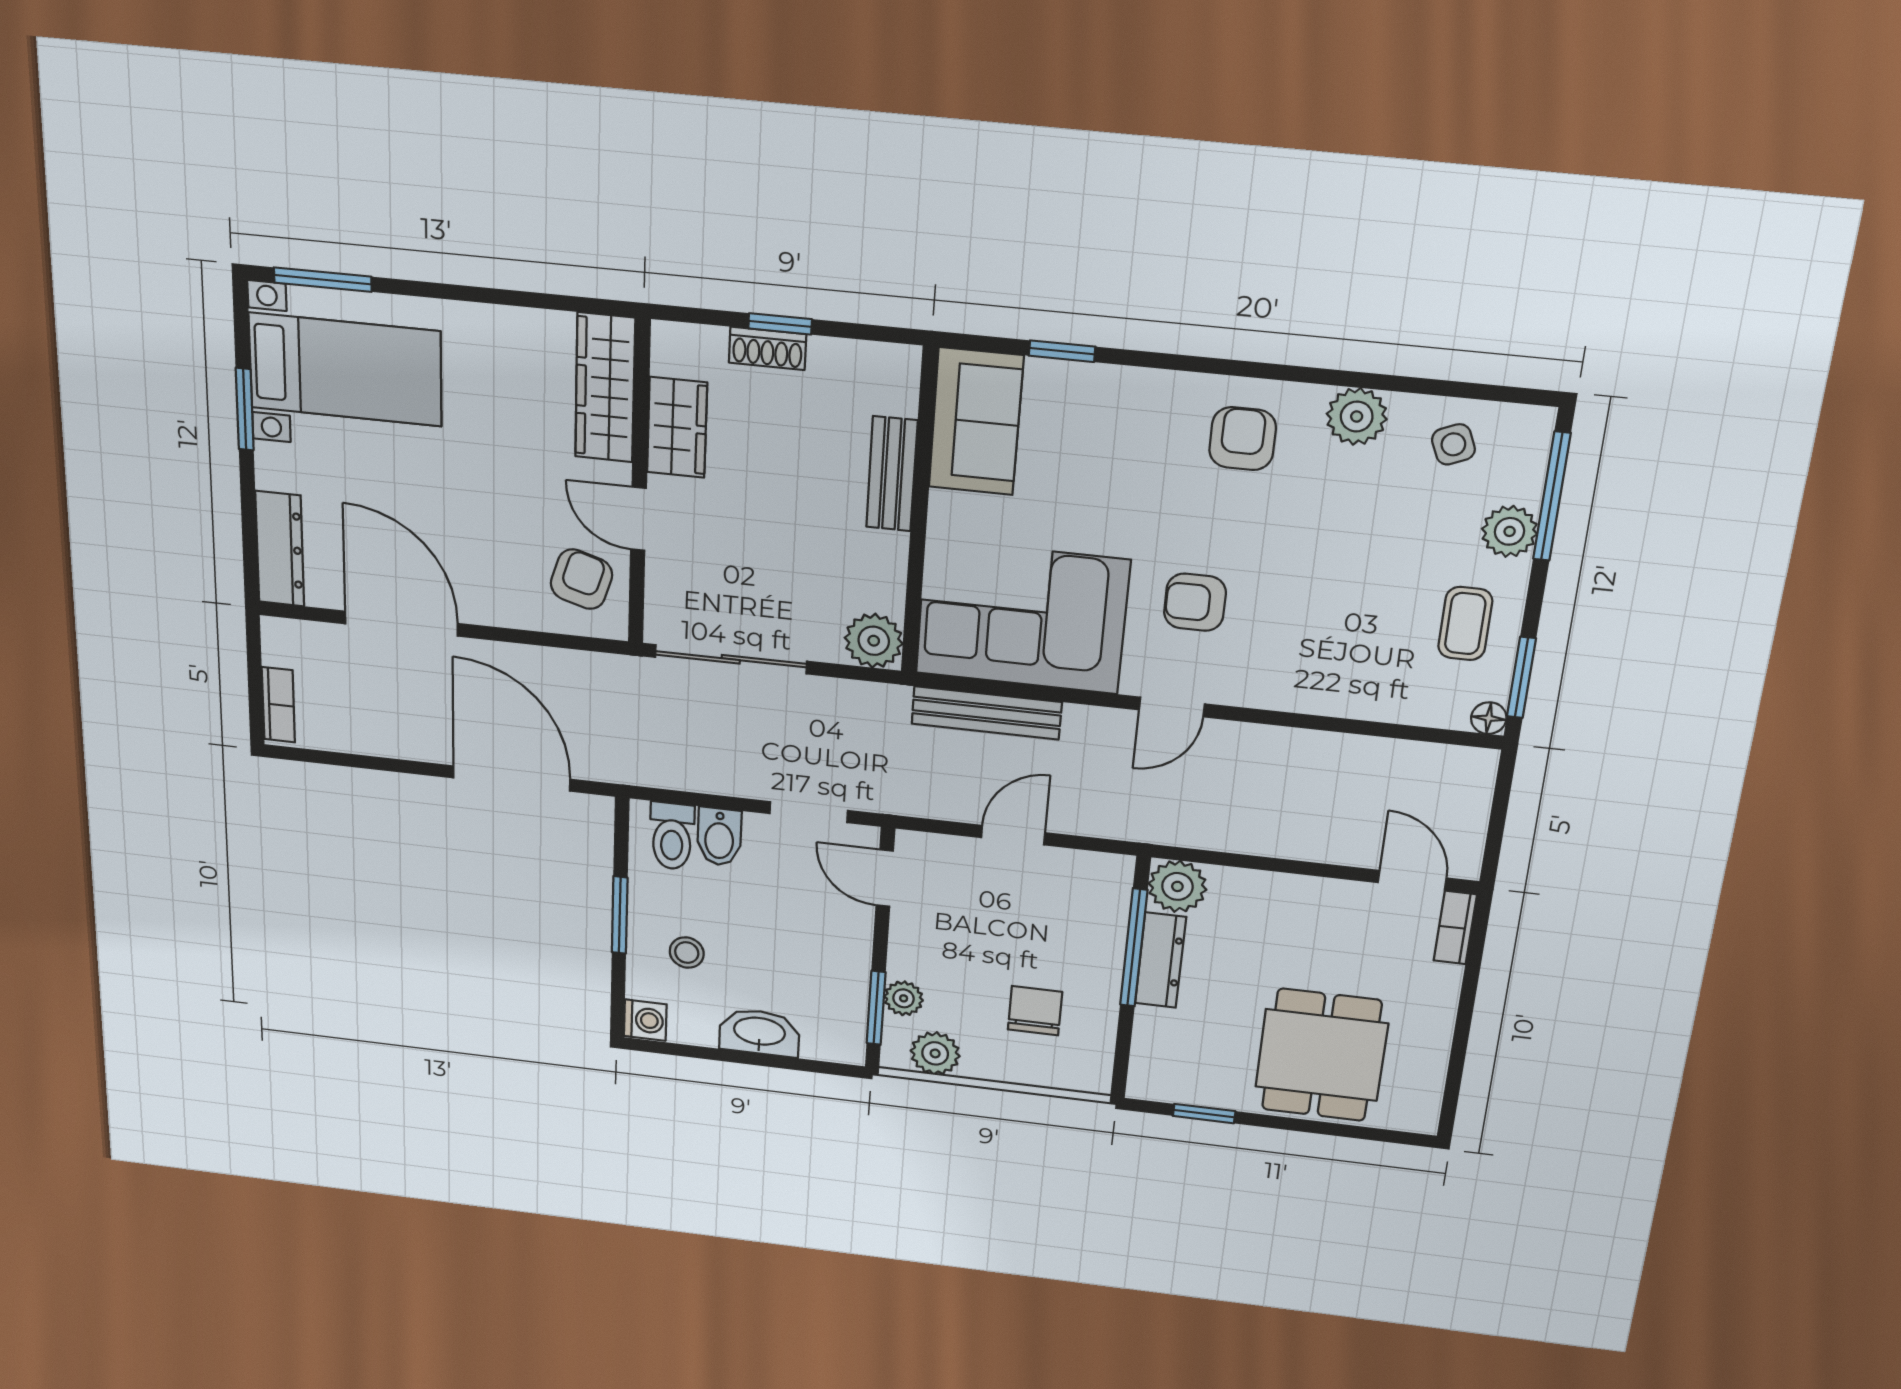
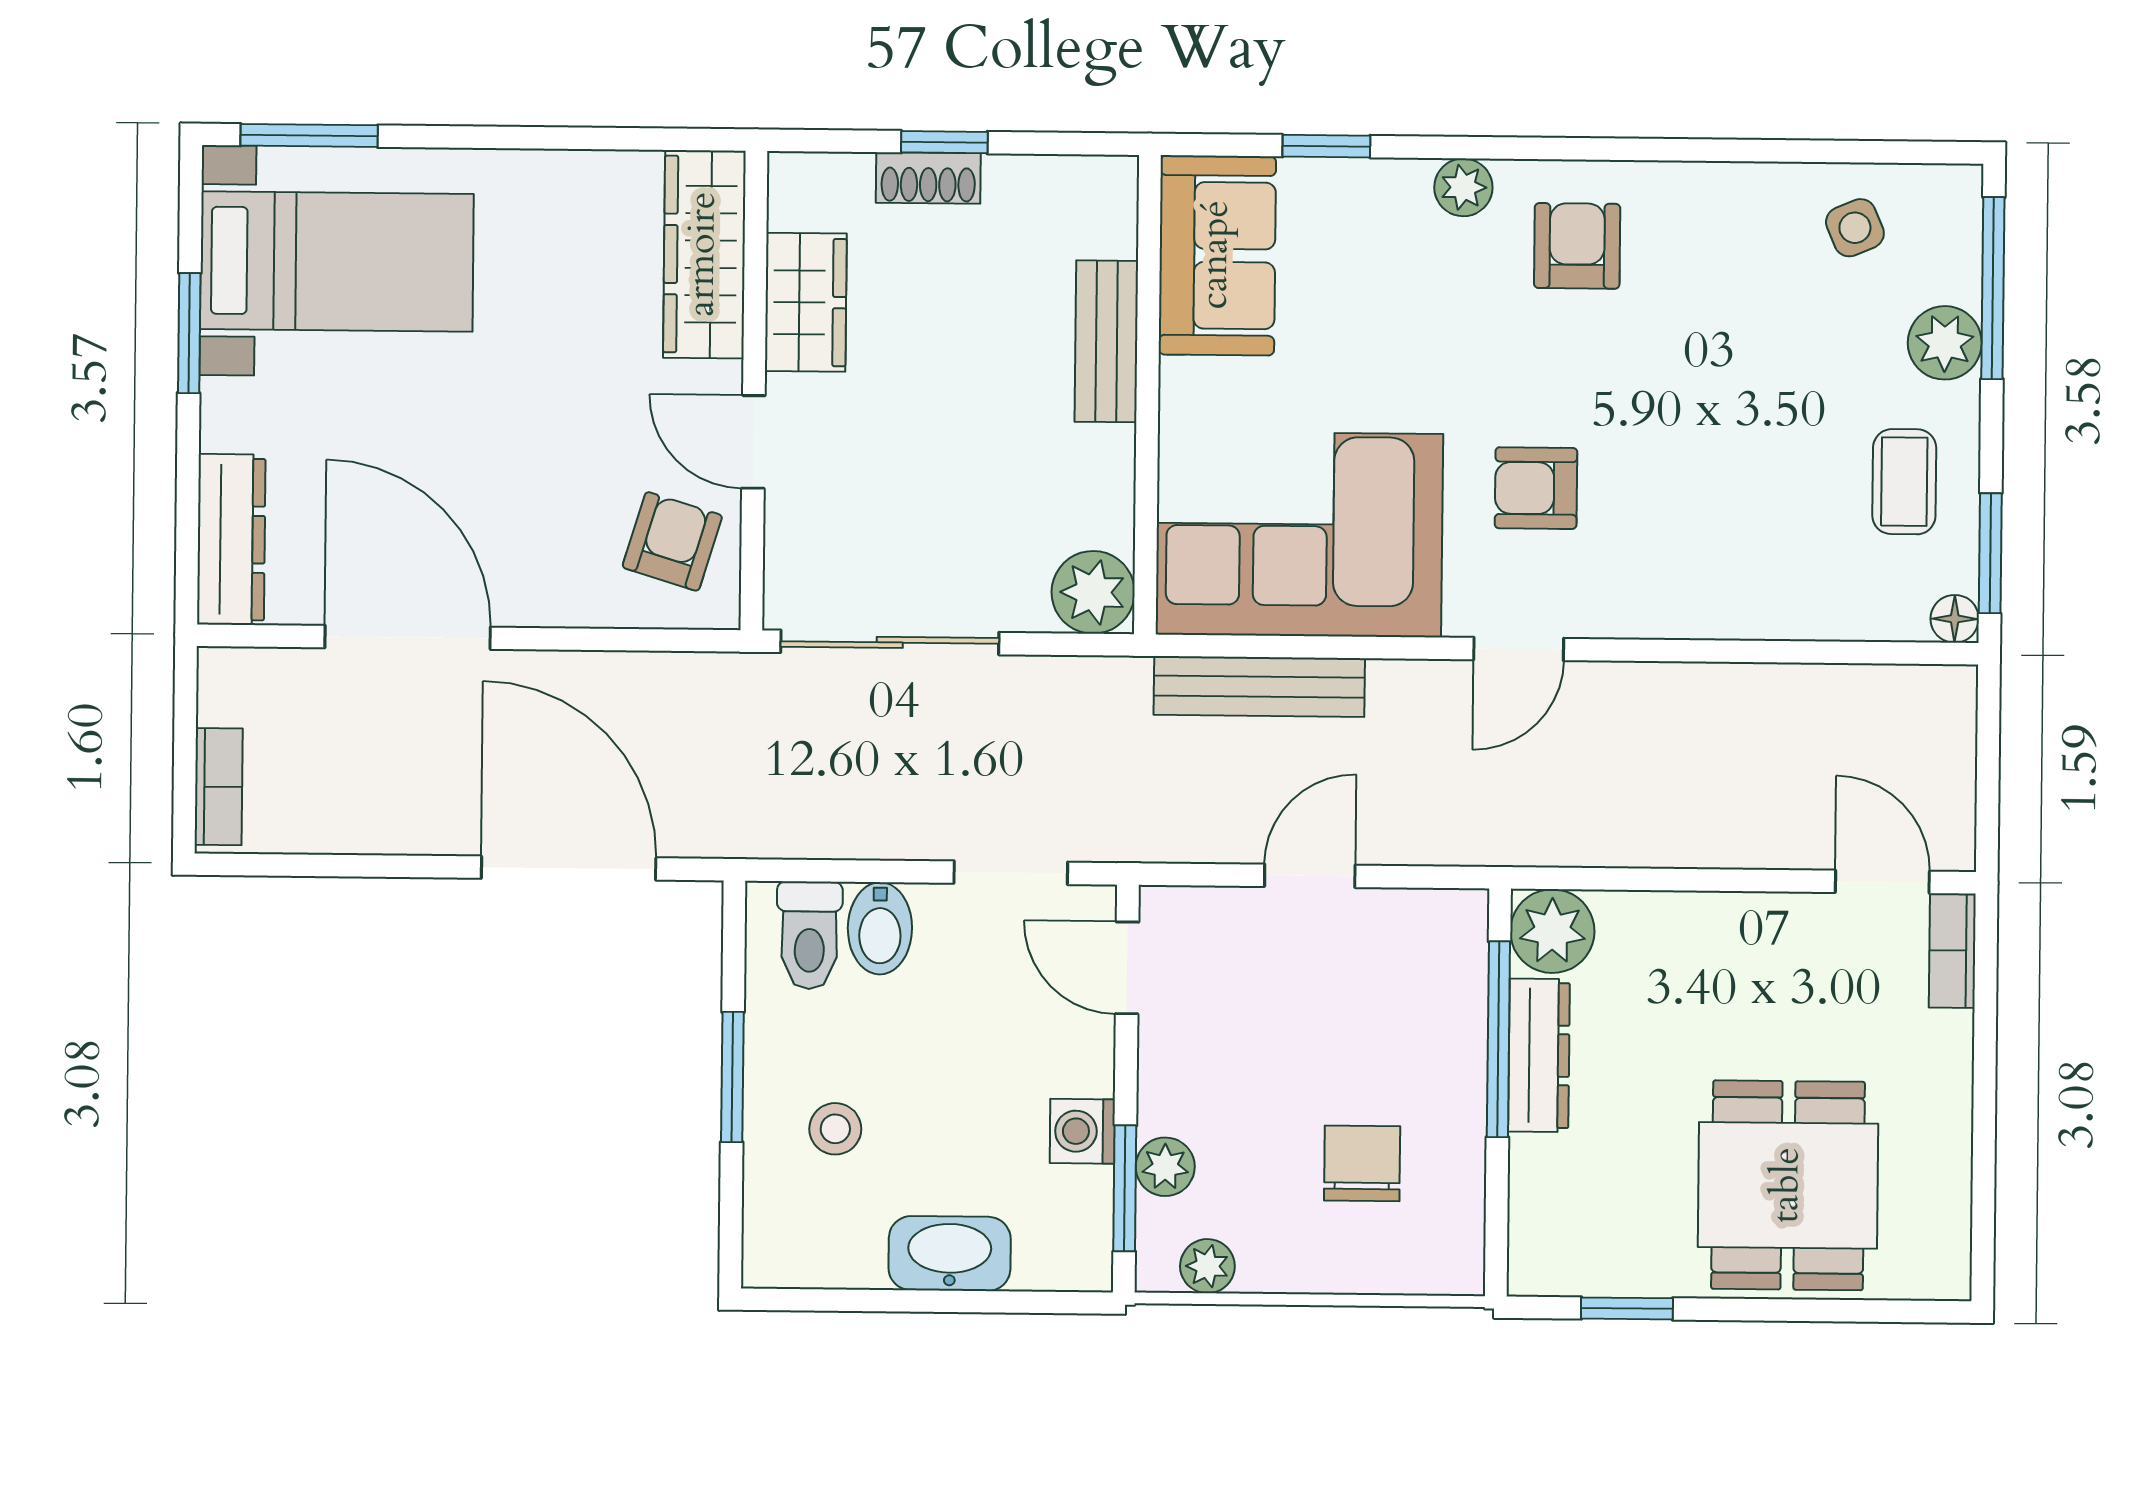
plant: (1357, 416) -> (1463, 187), moved, width x0.73, depth x0.73
washing machine: (645, 1020) -> (1082, 1131), moved, turned 180
plant: (935, 1053) -> (1207, 1266), width x0.73, depth x0.73

